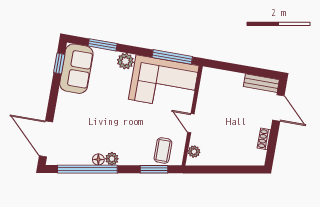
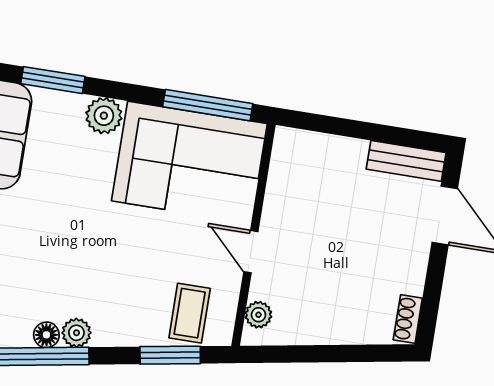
shoe rack: (264, 139) -> (408, 319), moved

